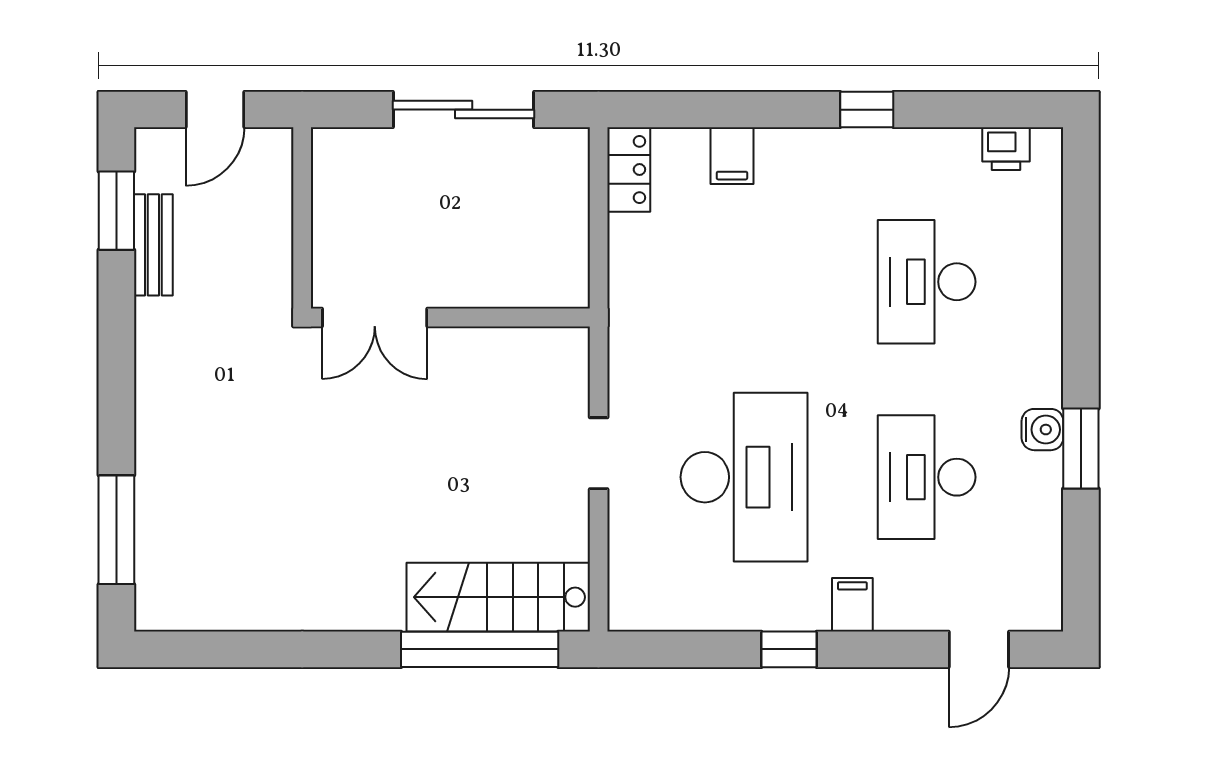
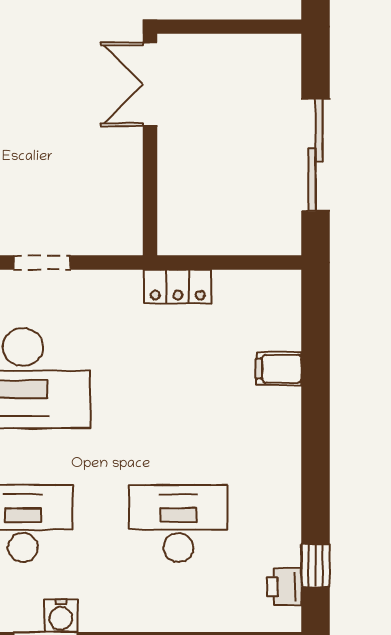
window: (867, 110) -> (315, 566), moved
locker: (629, 169) -> (178, 287), moved

